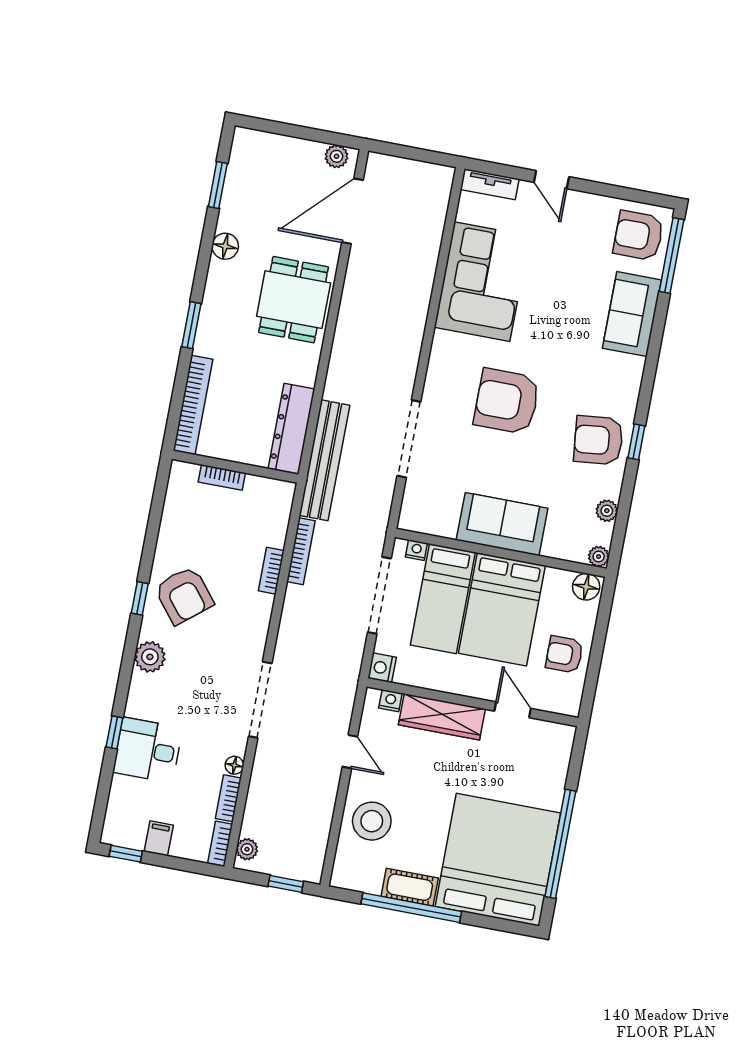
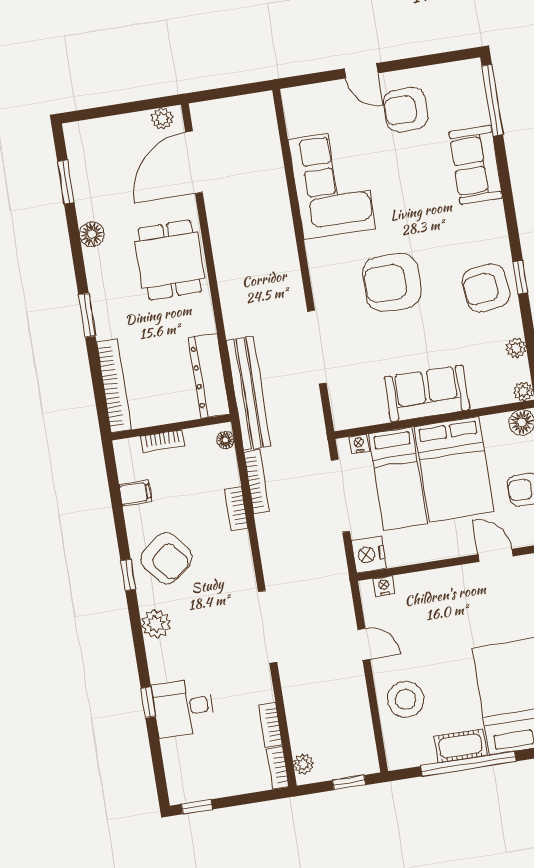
tv unit: (490, 184) -> (308, 95), removed
armchair: (638, 236) -> (406, 110), moved
nightstand: (382, 668) -> (369, 554), width x1.36, depth x1.33
wardrobe: (442, 717) -> (435, 584), removed
floor lamp: (234, 765) -> (225, 440), moved
filing cabinet: (159, 838) -> (135, 493), moved, turned 90

